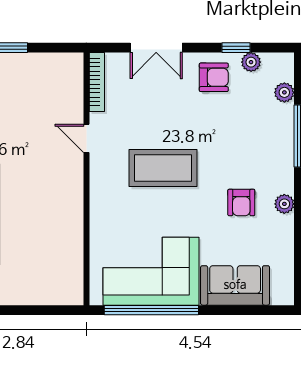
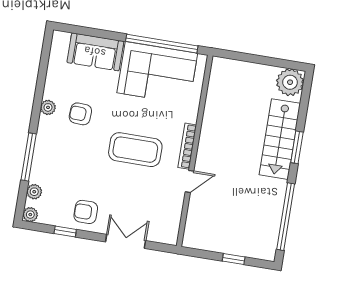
plant: (251, 62) -> (30, 215), moved
bookcase: (97, 82) -> (187, 146), moved
door: (86, 138) -> (190, 181), hinge flipped
armchair: (241, 202) -> (80, 114), turned -87

